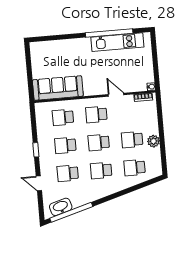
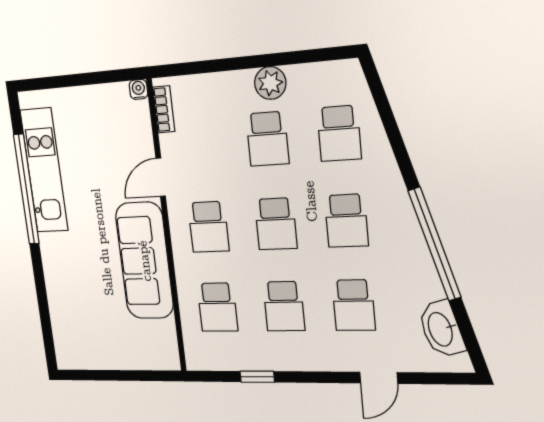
sofa: (58, 88) -> (145, 261), moved
window: (36, 150) -> (257, 377), moved
window: (71, 212) -> (435, 244), moved

